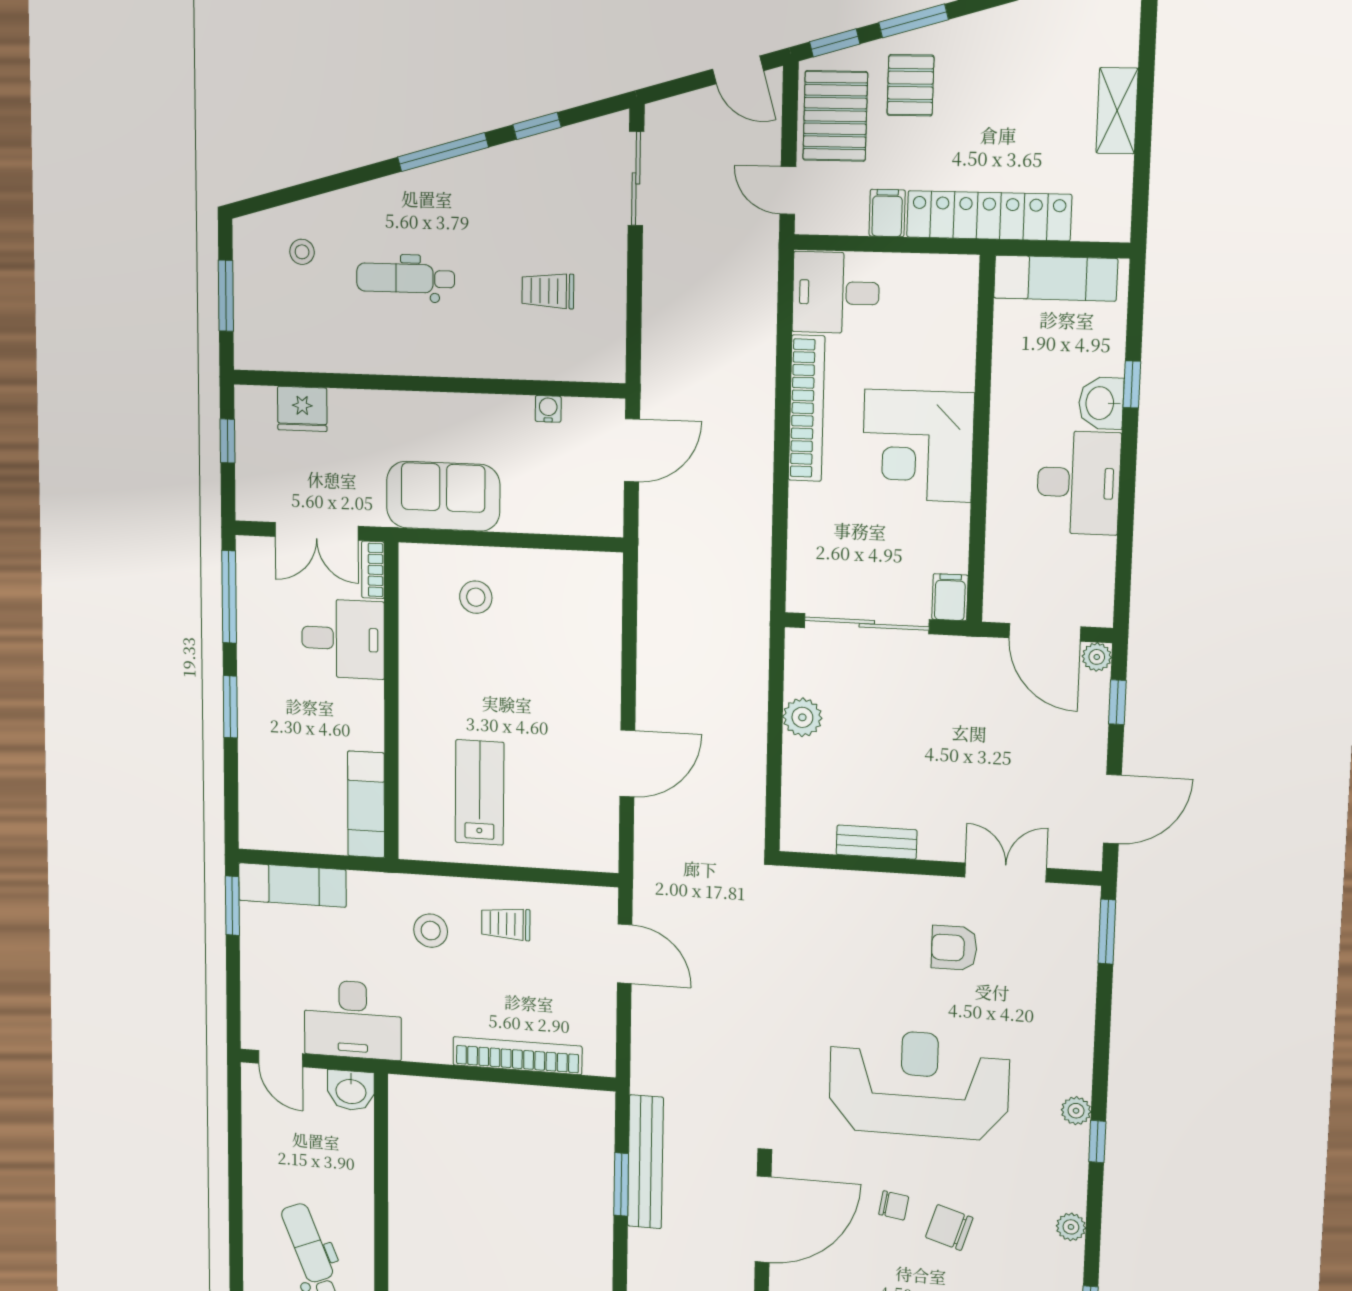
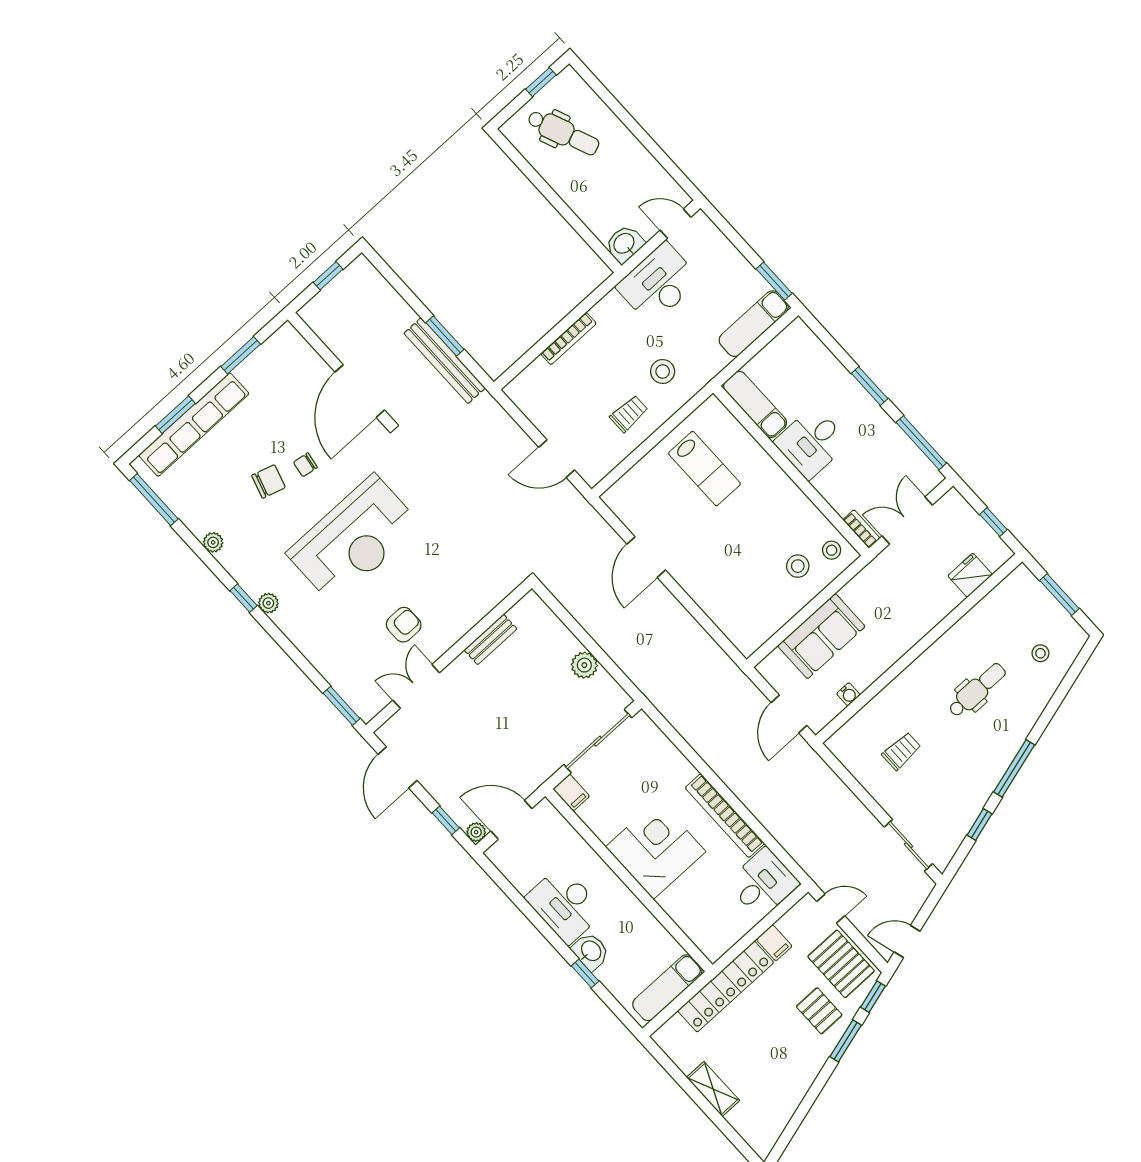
sofa: (443, 496) -> (821, 636), moved
stool: (425, 579) -> (832, 550), added
desk: (343, 639) -> (811, 443), moved
double door: (1006, 873) -> (416, 686), swing flipped
bookcase: (517, 1056) -> (568, 338), width x0.68, depth x0.76

